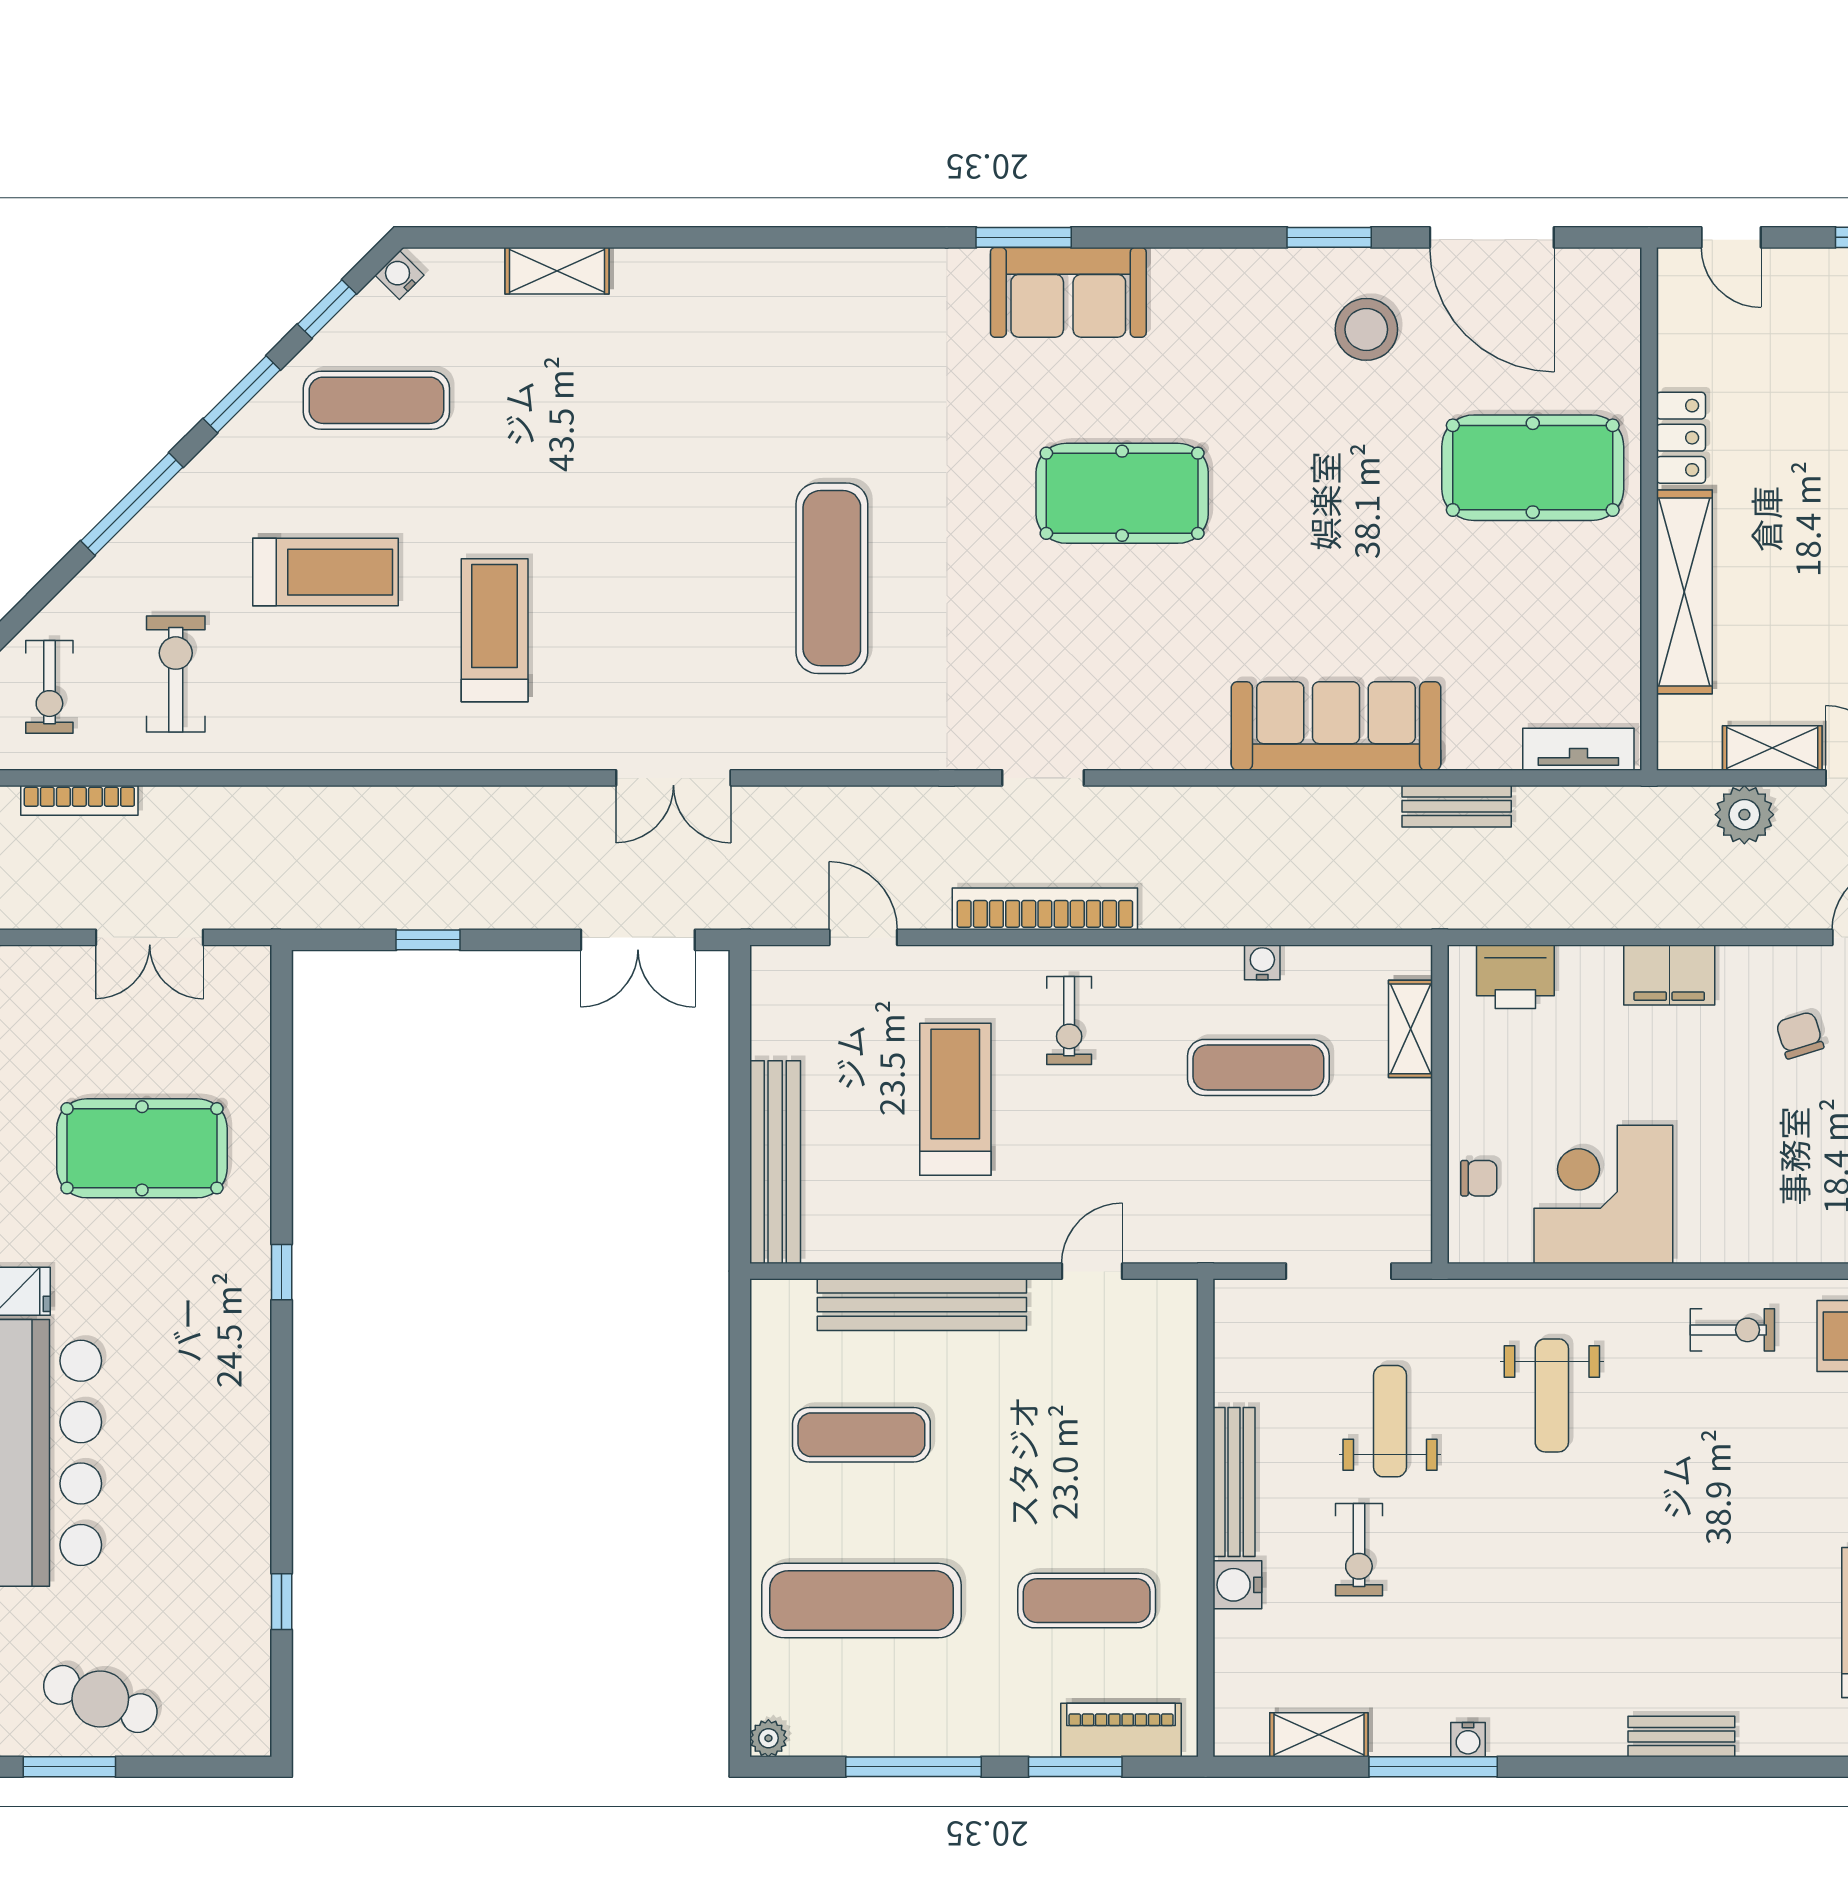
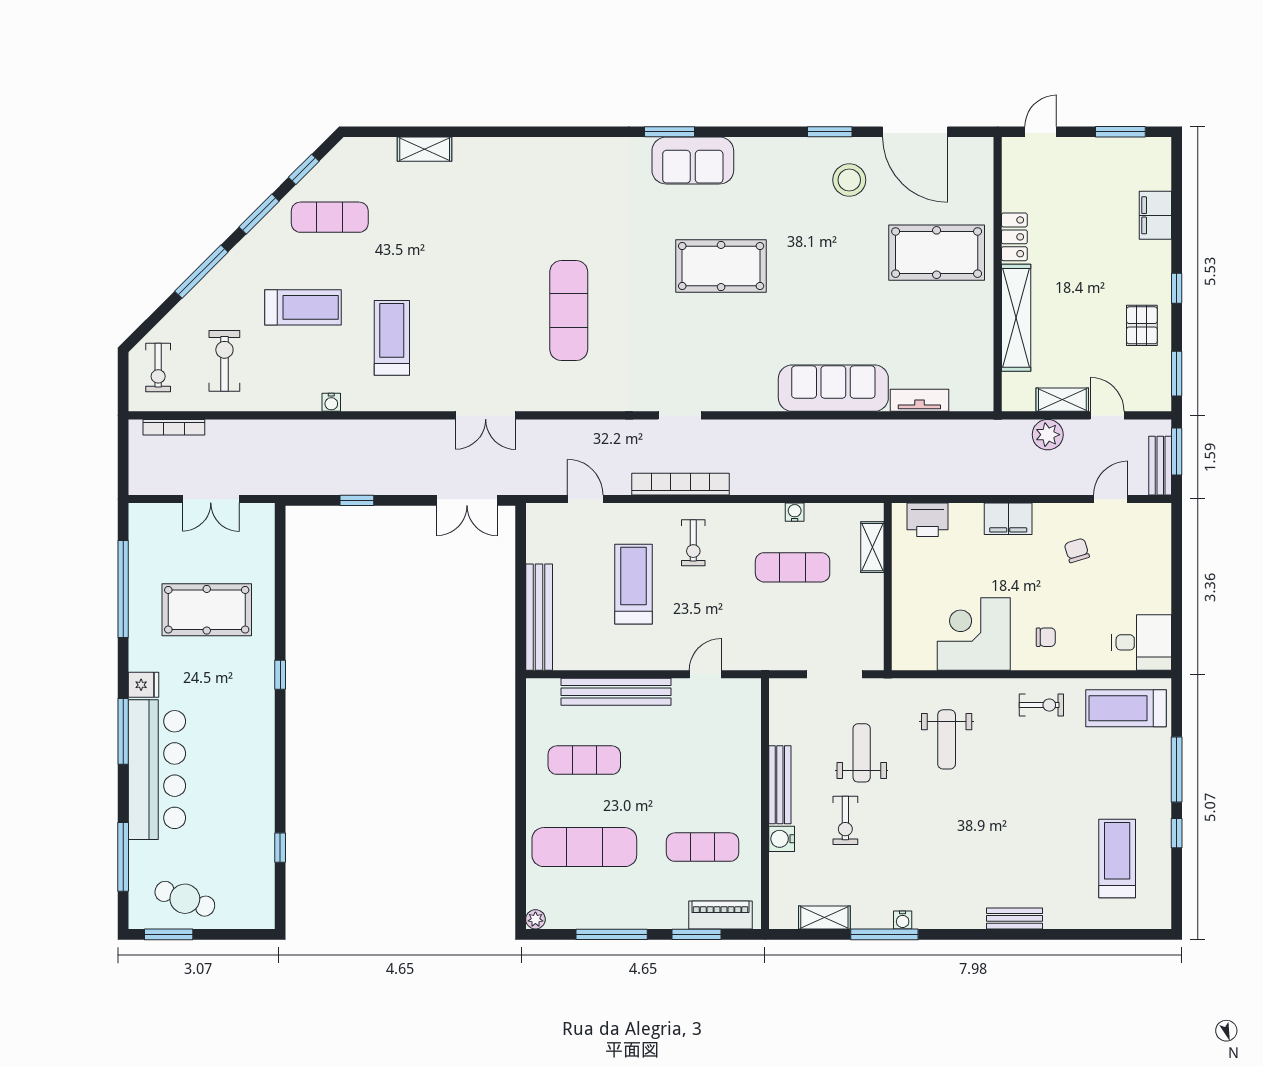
door: (1731, 237) -> (1041, 132), swing flipped
water cooler: (399, 275) -> (331, 402), moved, turned -135
tv unit: (1578, 749) -> (919, 400), moved
bench: (1457, 806) -> (897, 430), removed
chair: (1479, 1178) -> (1046, 637), moved

